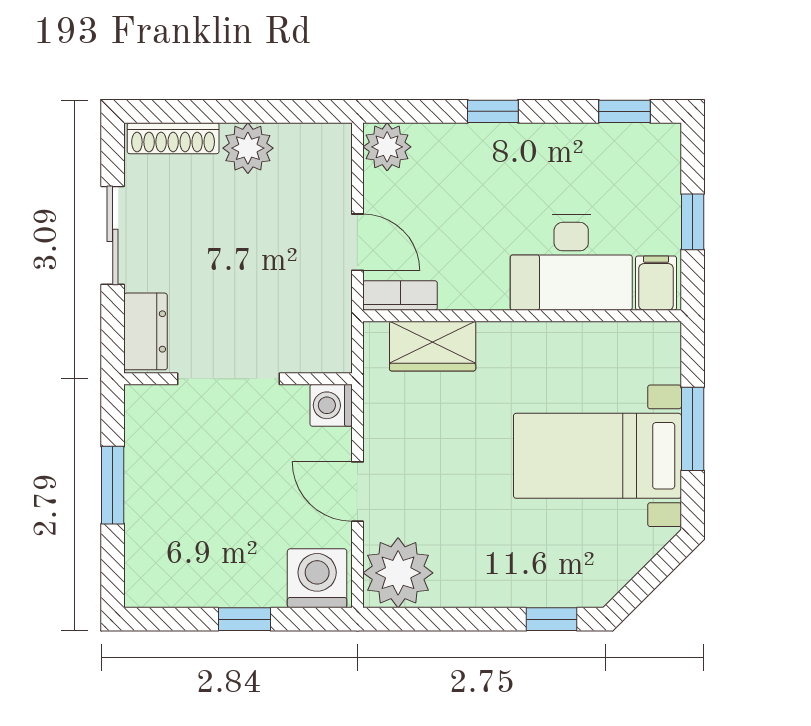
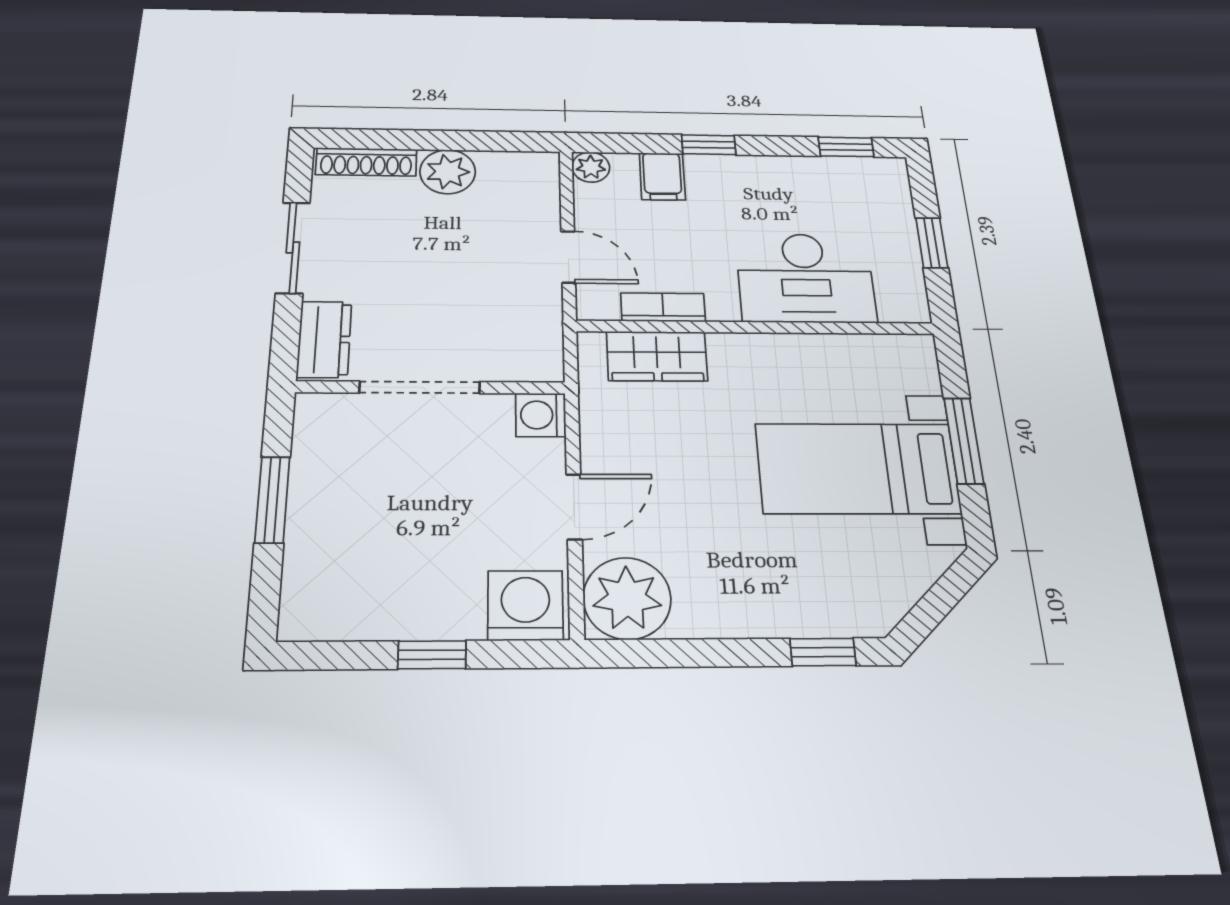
plant: (387, 147) -> (591, 167), width x0.73, depth x0.73
filing cabinet: (656, 283) -> (662, 176), moved, turned 180
bookcase: (400, 295) -> (663, 307), moved
door: (357, 492) -> (574, 507), swing flipped

